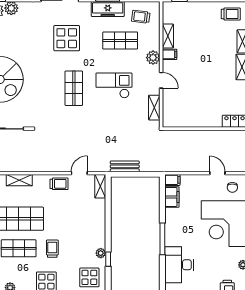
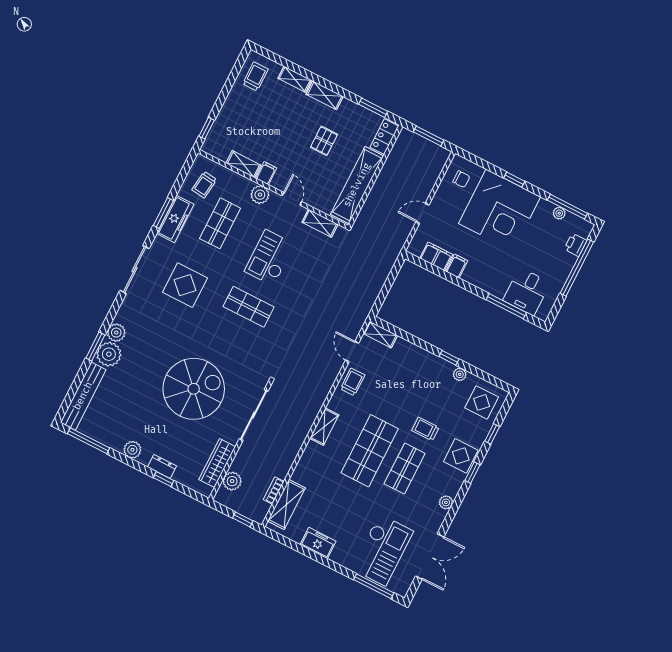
door: (161, 80) -> (292, 199), hinge flipped
pallet: (211, 82) -> (324, 141), added
shelving: (193, 119) -> (357, 185), added
bench: (125, 166) -> (372, 294), removed
door: (217, 173) -> (422, 213), moved
filing cabinet: (172, 180) -> (457, 266), moved
window: (162, 239) -> (506, 306), moved
window: (108, 259) -> (449, 358), moved
desk: (179, 265) -> (527, 292), width x0.73

